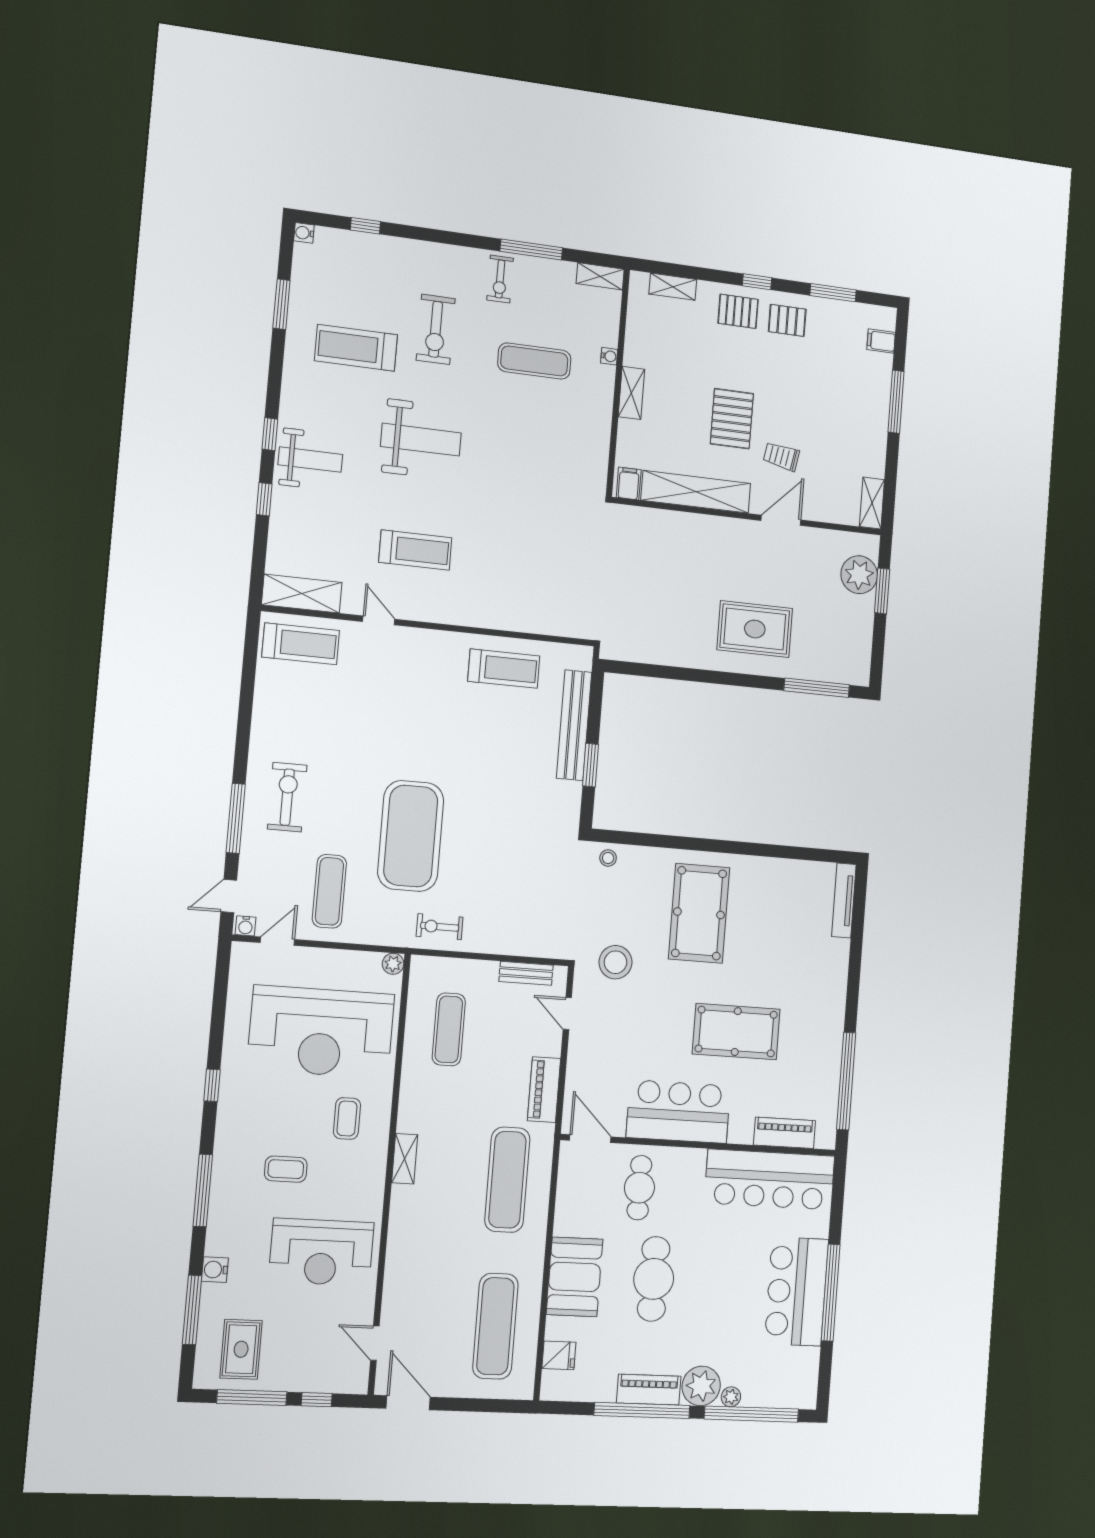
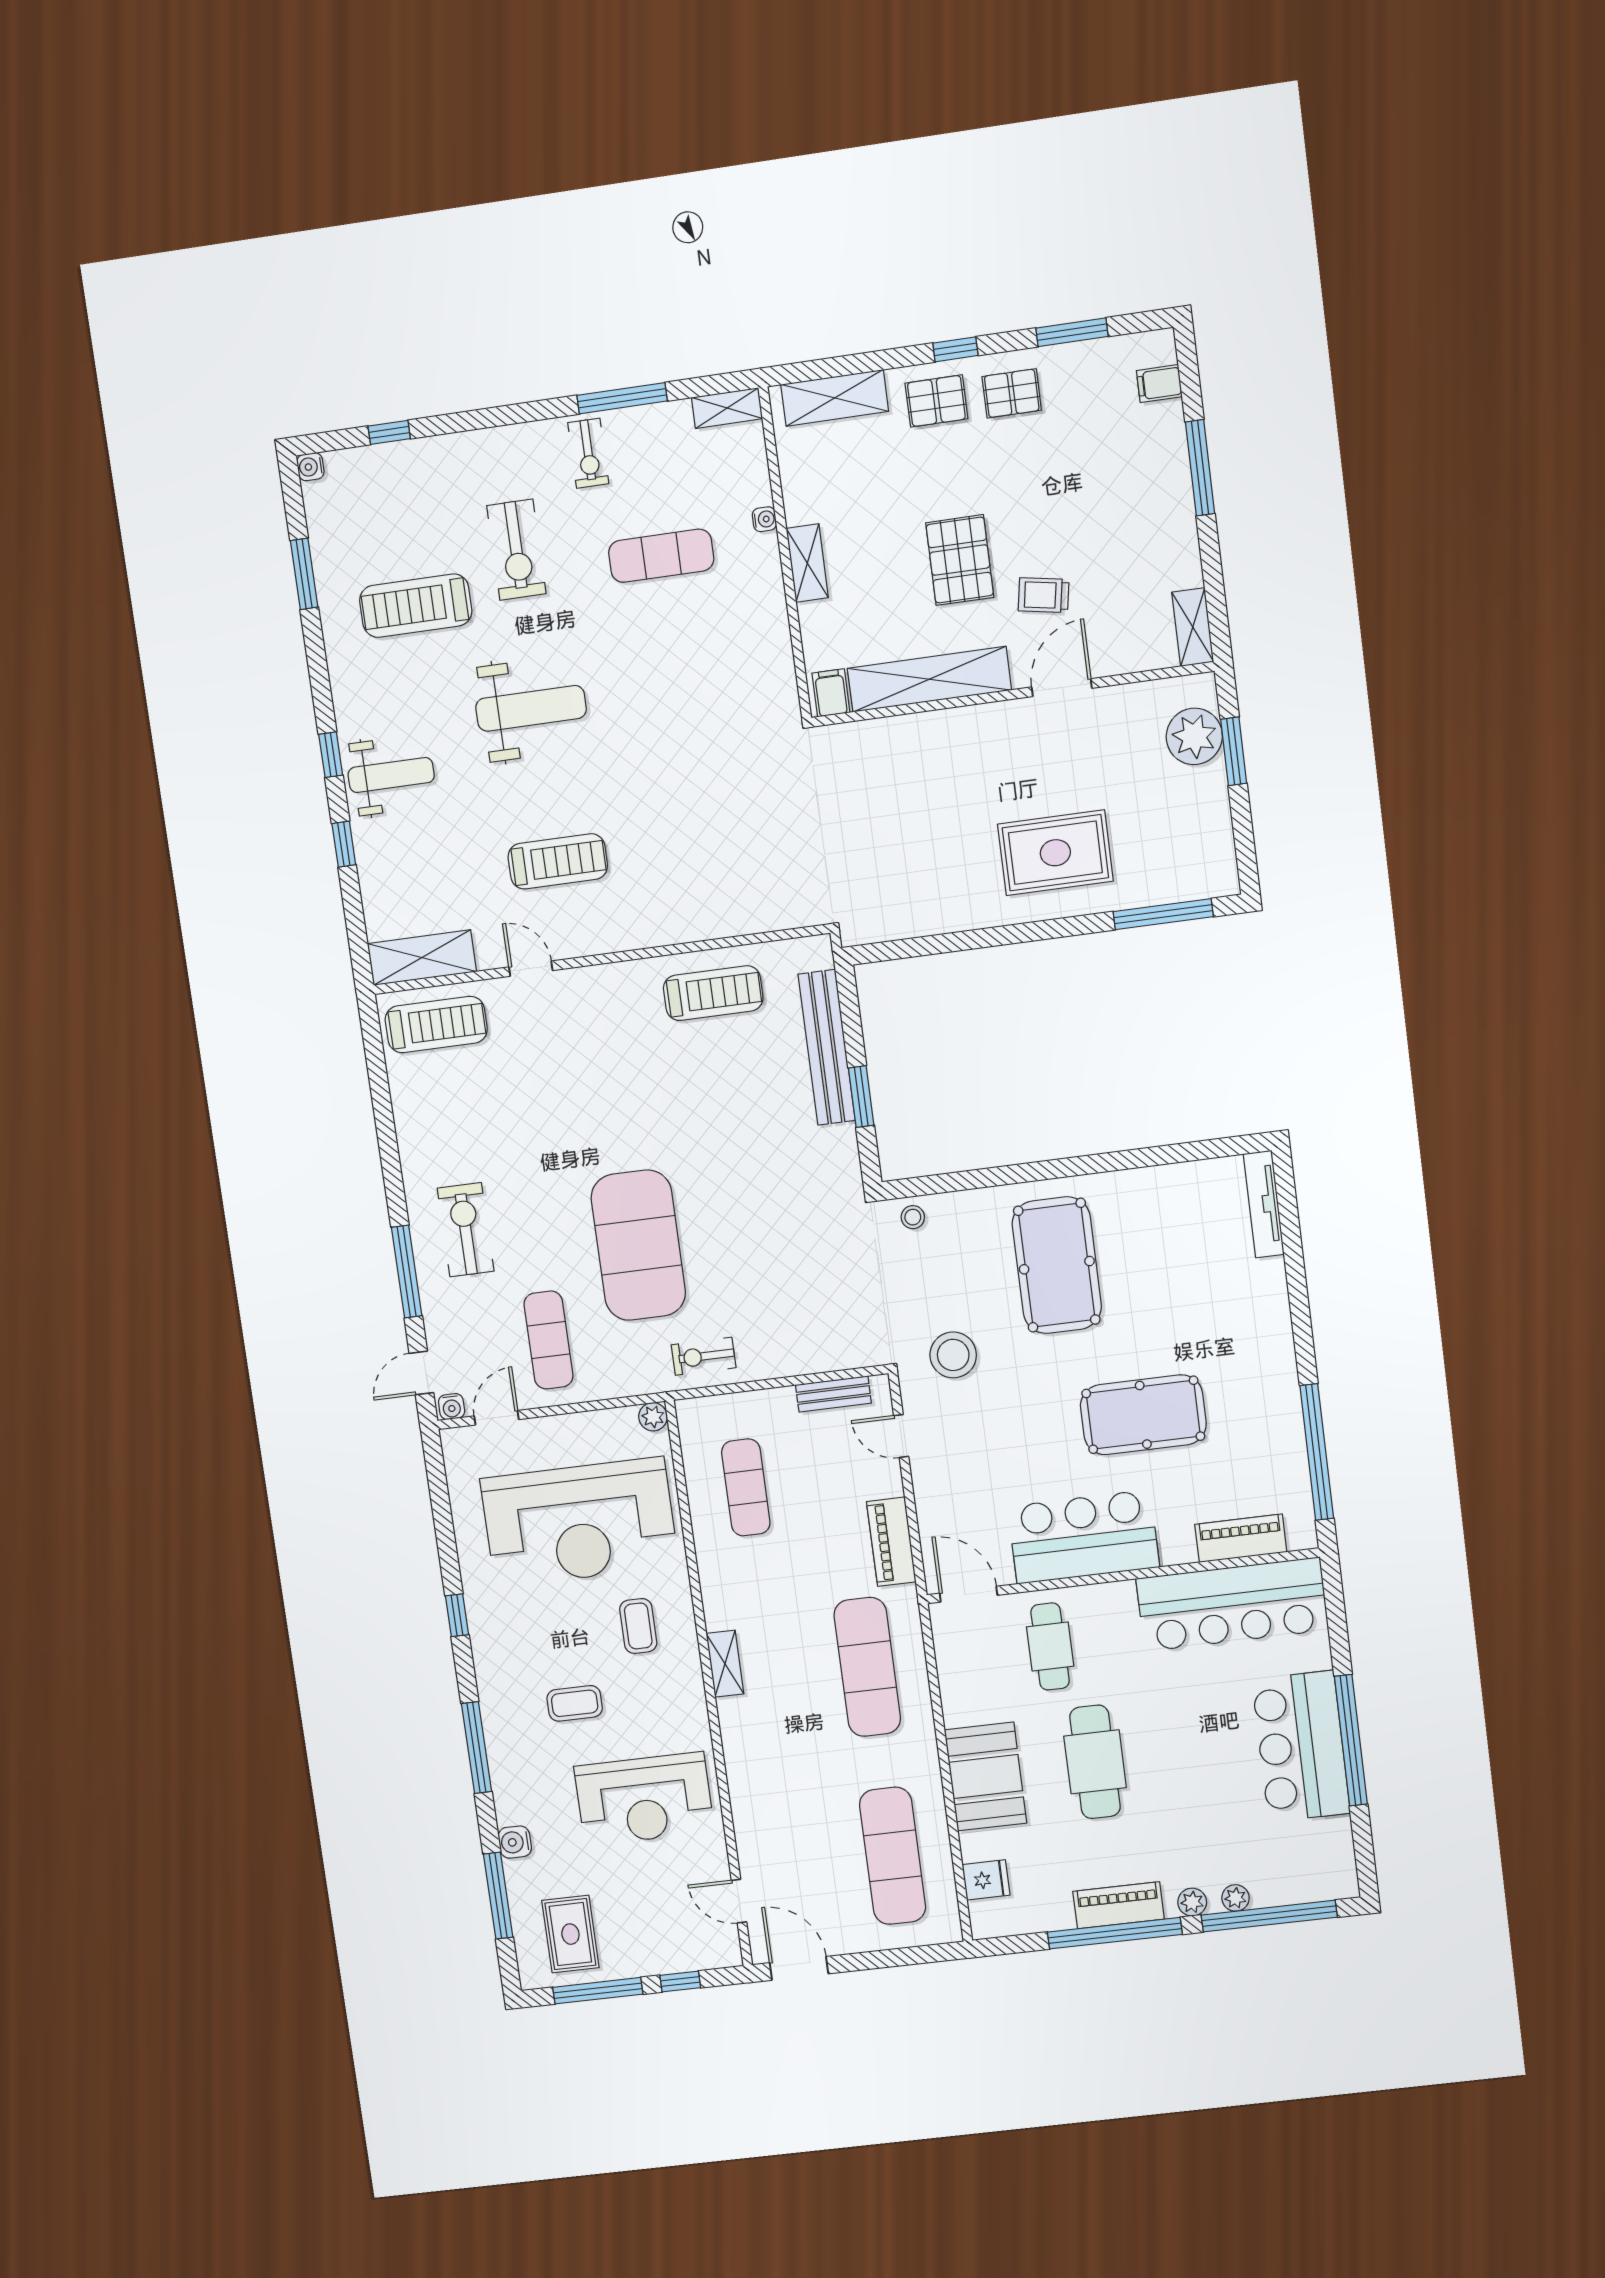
shelving: (673, 287) -> (835, 398), width x1.50, depth x1.33
plant: (701, 1386) -> (1192, 1902), width x0.53, depth x0.53

